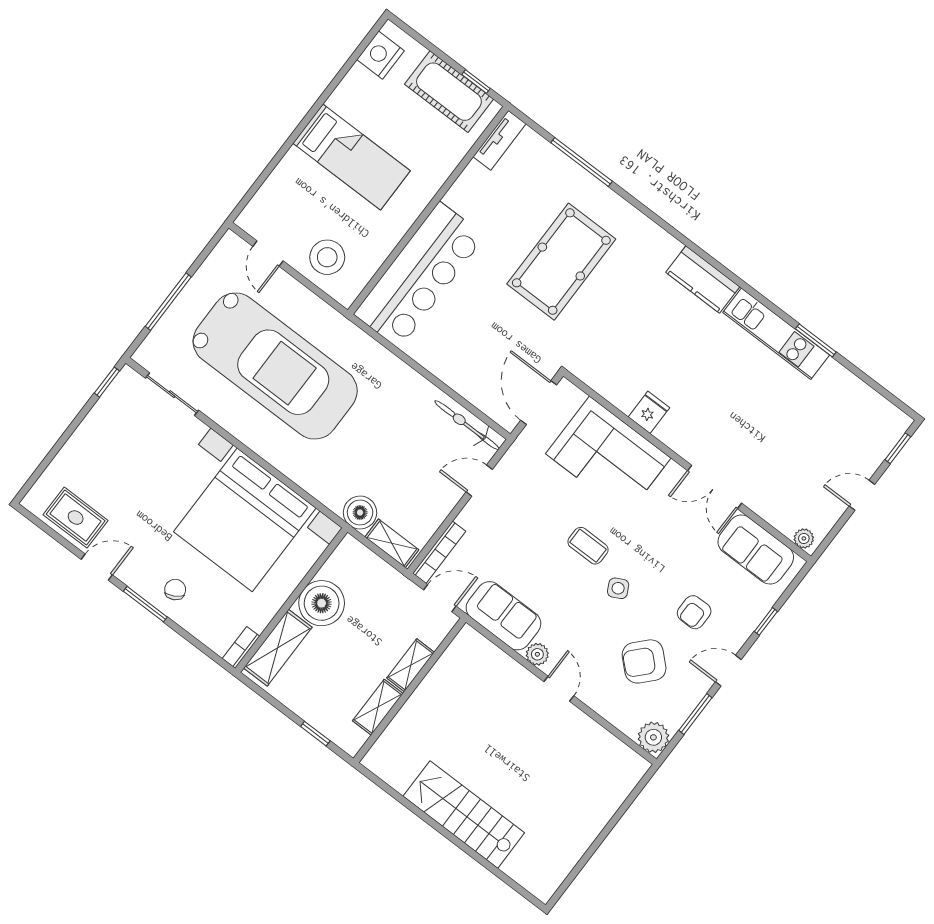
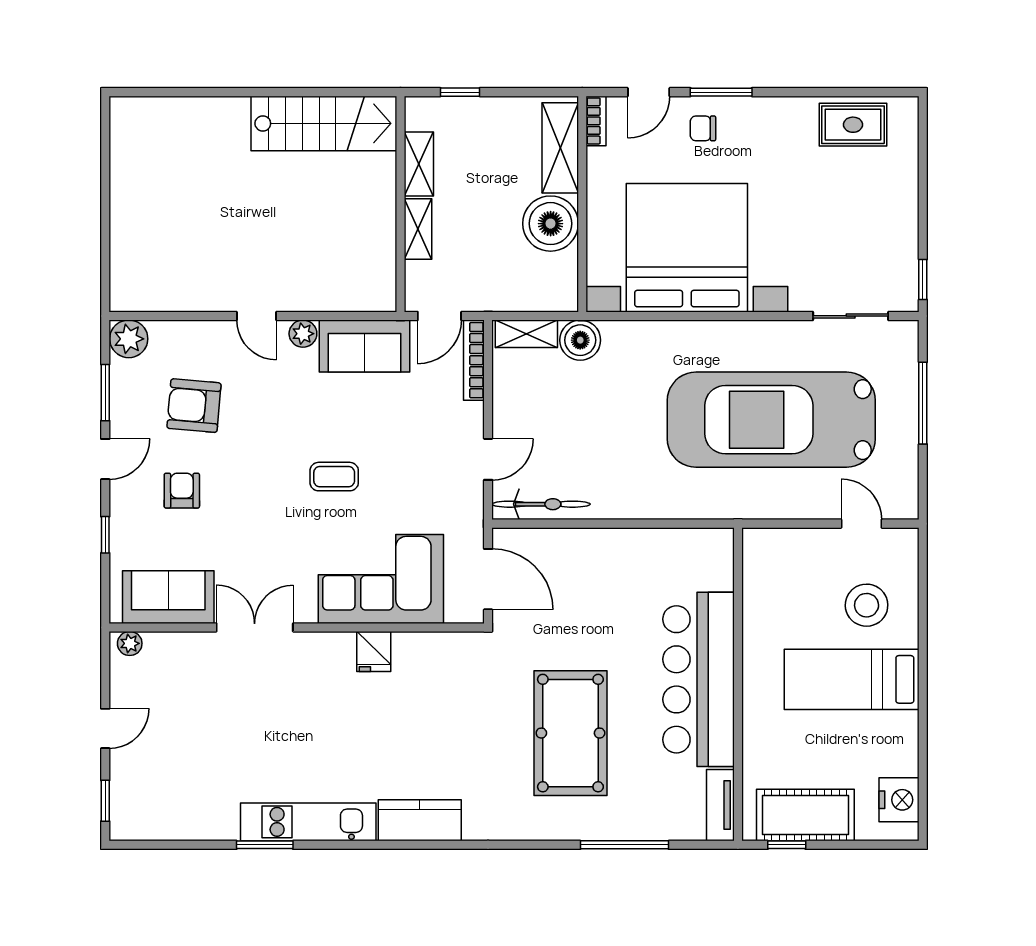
stool: (327, 257) -> (867, 605), moved
bar counter: (419, 275) -> (698, 679), moved
door: (97, 567) -> (649, 92), moved
side table: (618, 588) -> (273, 458), removed
chair: (175, 590) -> (703, 128), turned 120
armchair: (644, 661) -> (194, 406), turned -128
stairs: (464, 814) -> (324, 123), moved

